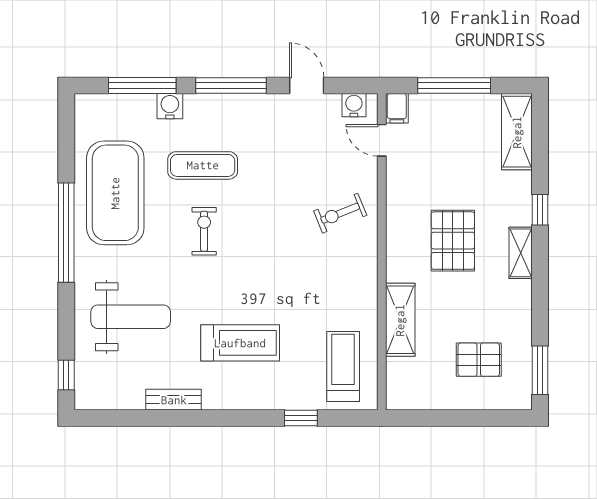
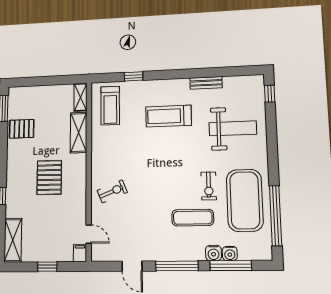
window: (454, 85) -> (47, 267), width x0.46
water cooler: (354, 105) -> (230, 253), moved
exercise bike: (204, 231) -> (209, 186), moved
window: (66, 233) -> (276, 216), moved
shelving: (521, 253) -> (80, 97), moved
weight bench: (131, 317) -> (233, 128), turned 180
pallet: (479, 360) -> (22, 129), moved

